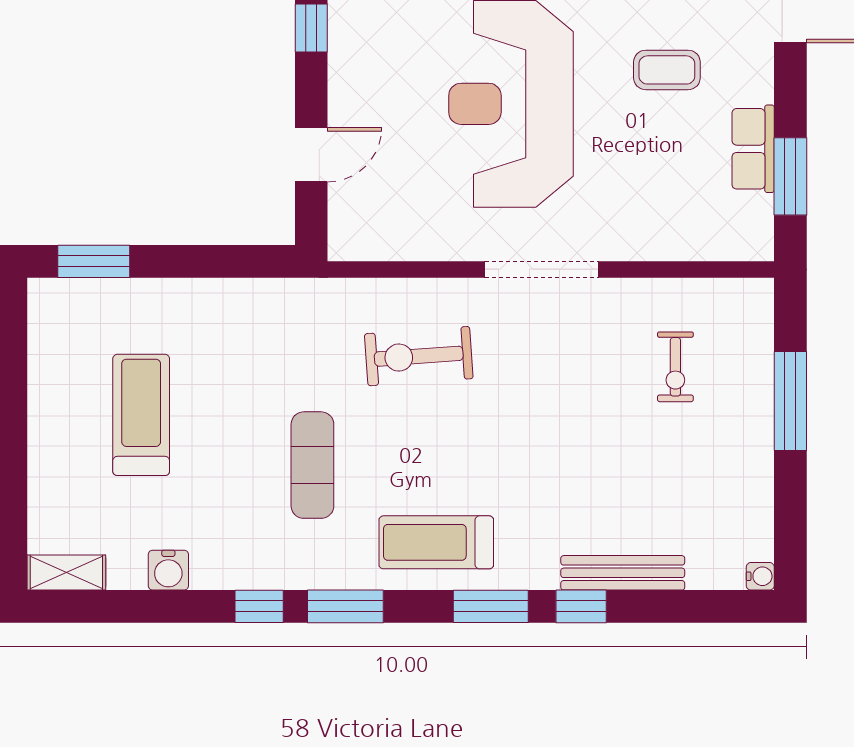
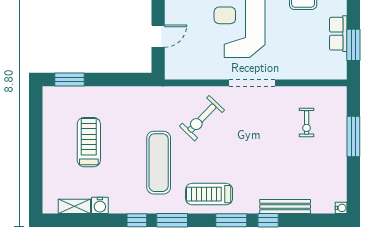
exercise bike: (419, 356) -> (202, 118), turned -42
exercise mat: (312, 465) -> (159, 163), width x1.36, depth x1.45
shelving: (66, 572) -> (74, 206), moved

